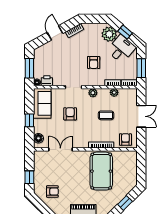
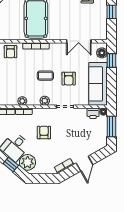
sofa: (42, 103) -> (98, 84), width x1.36
coffee table: (106, 115) -> (45, 76), moved
window: (29, 120) -> (111, 60), moved

